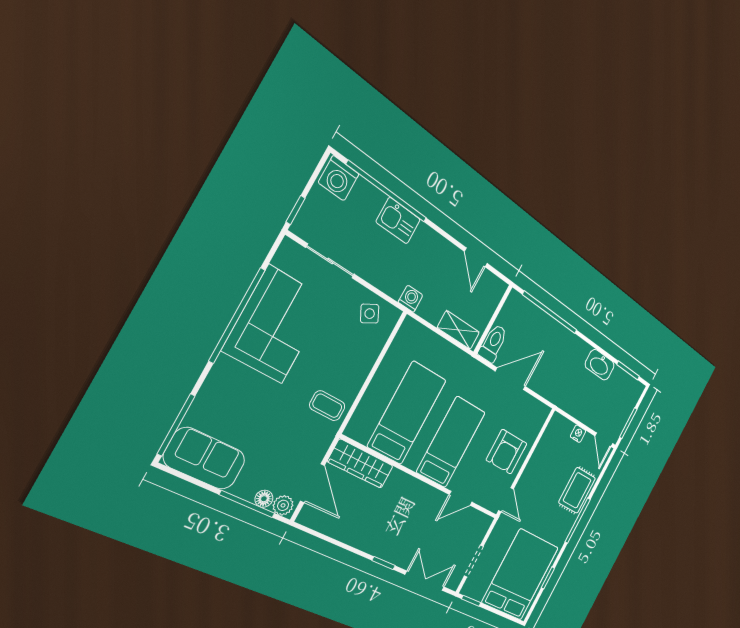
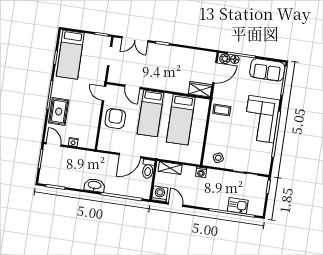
washing machine: (339, 178) -> (160, 194), moved
kitchen sink: (398, 221) -> (238, 206), moved
corner sofa: (275, 325) -> (261, 119), moved
washbasin: (600, 365) -> (94, 185), moved
wardrobe: (361, 464) -> (200, 89), width x0.67
door: (312, 483) -> (215, 73), swing flipped
door: (461, 498) -> (132, 87), swing flipped
bed: (520, 575) -> (70, 55), width x0.67

